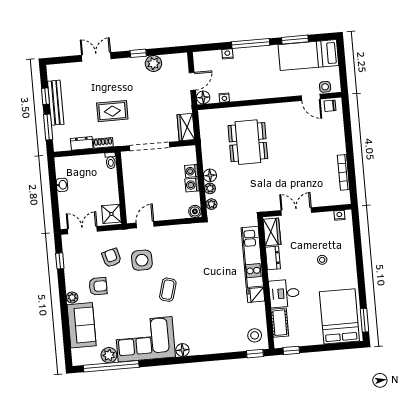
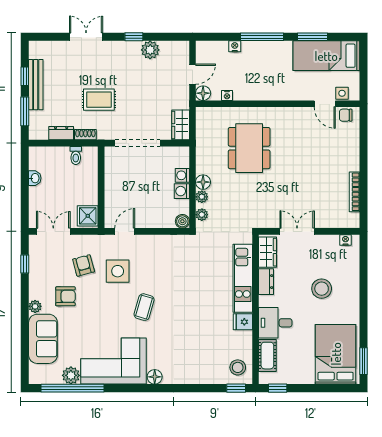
toilet: (111, 161) -> (76, 155), moved
stool: (322, 260) -> (322, 289), width x1.89, depth x1.89

